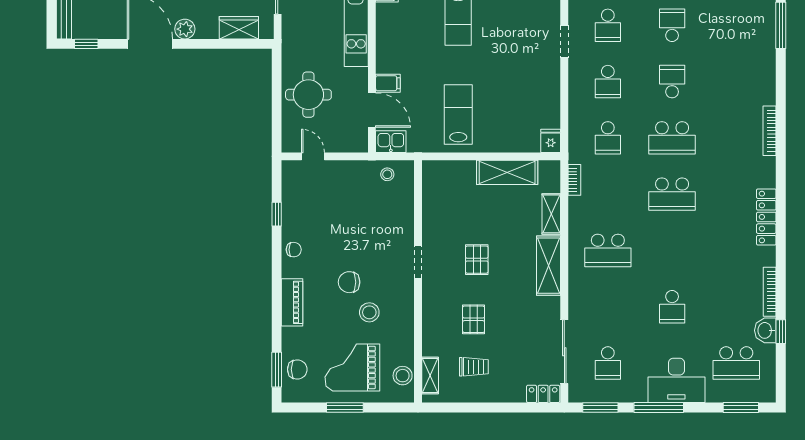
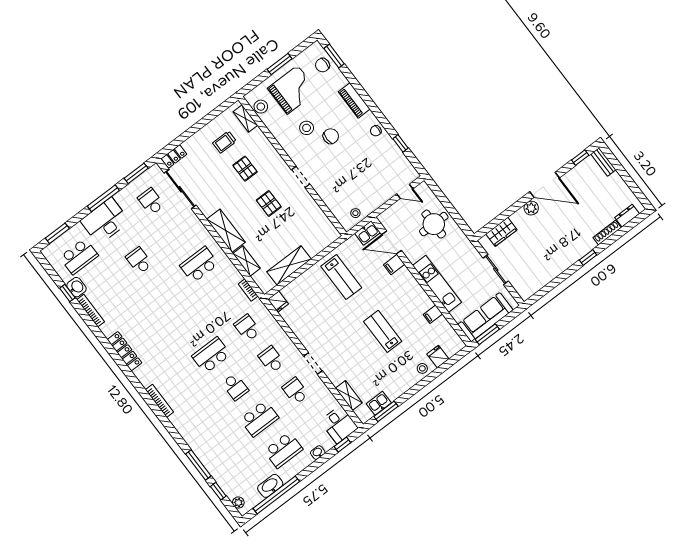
school desk: (672, 25) -> (259, 418), width x1.85
school desk: (672, 194) -> (187, 324), removed
school desk: (736, 363) -> (79, 256), turned 180

